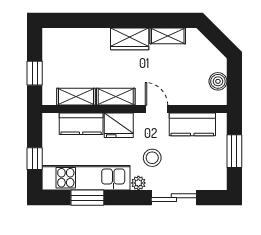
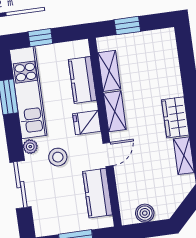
fridge: (119, 125) -> (87, 123), width x0.72

